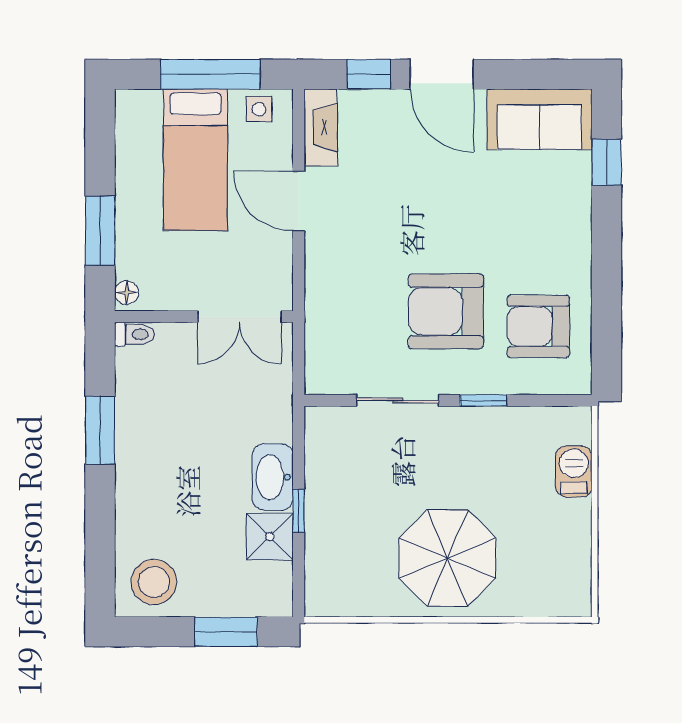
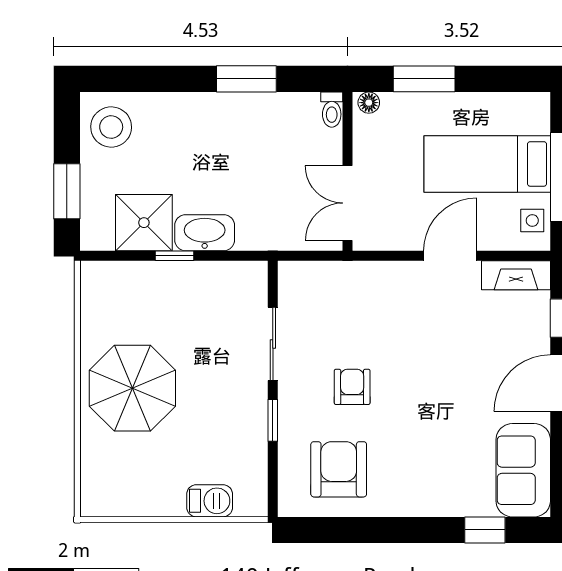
armchair: (446, 311) -> (352, 387), width x0.53, depth x0.53
shower: (270, 537) -> (144, 223), width x1.36, depth x1.36

